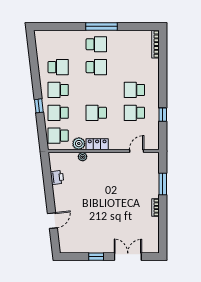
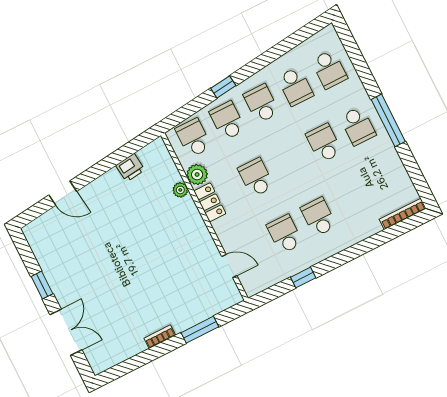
school desk: (58, 44) -> (329, 69), added
school desk: (96, 67) -> (324, 143), turned 180

